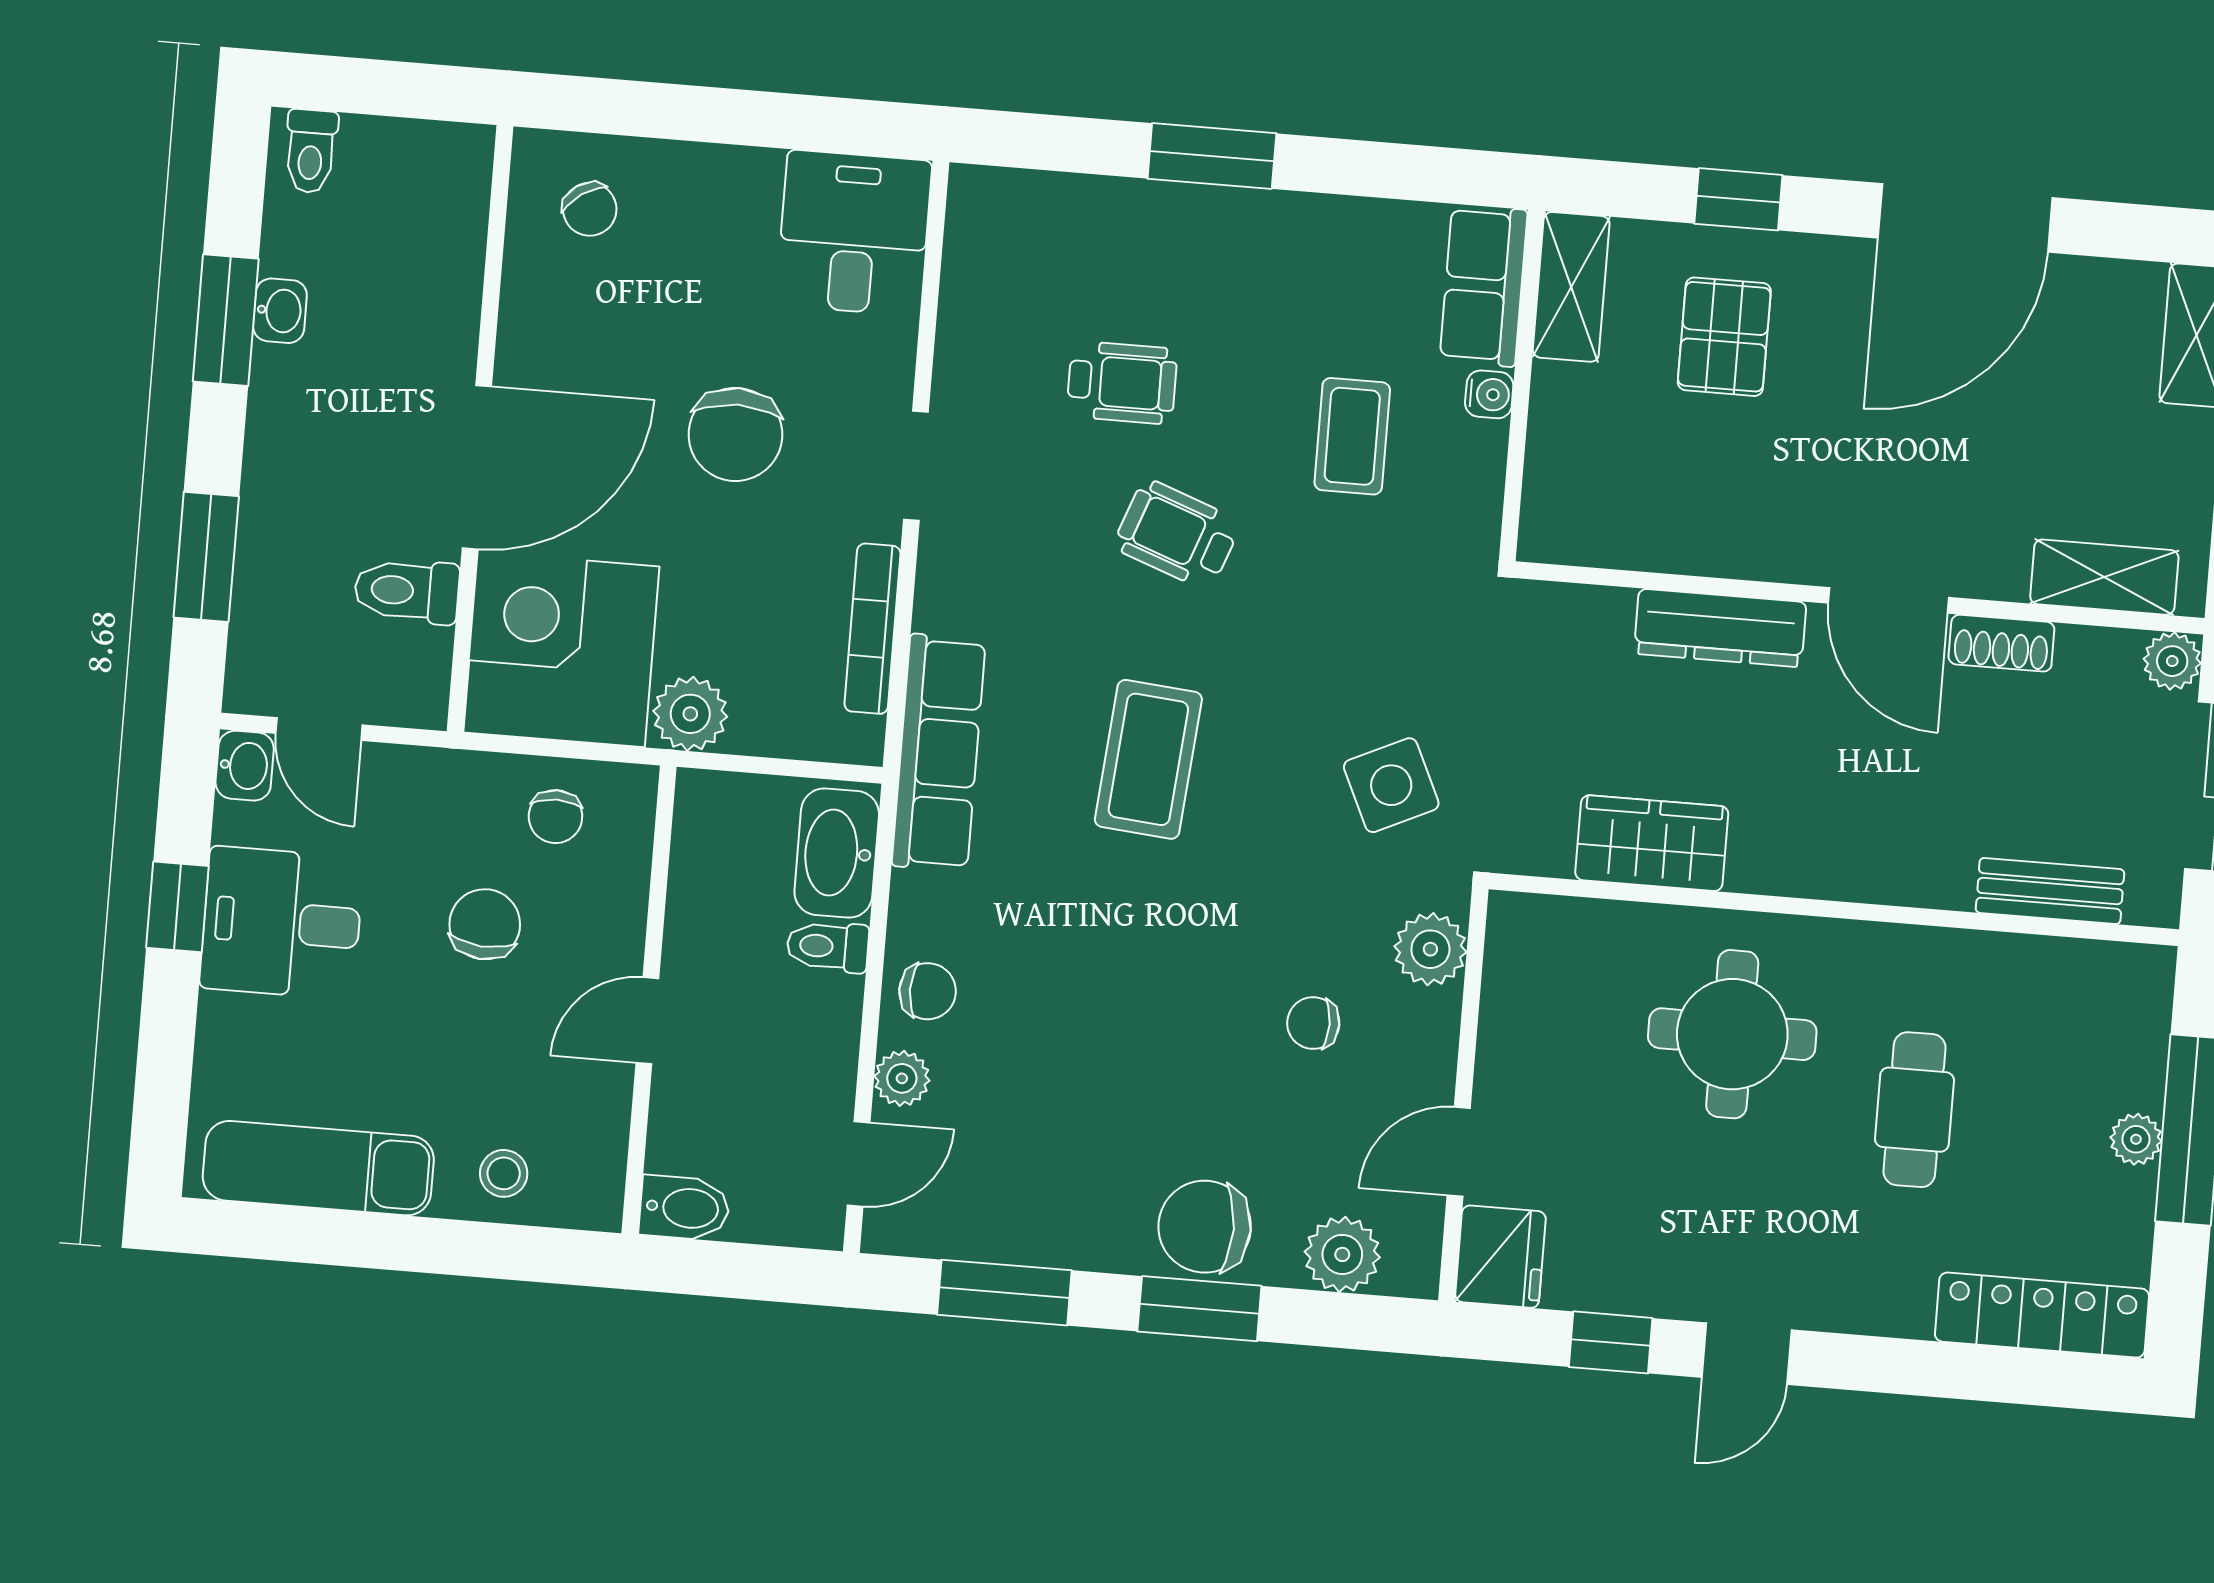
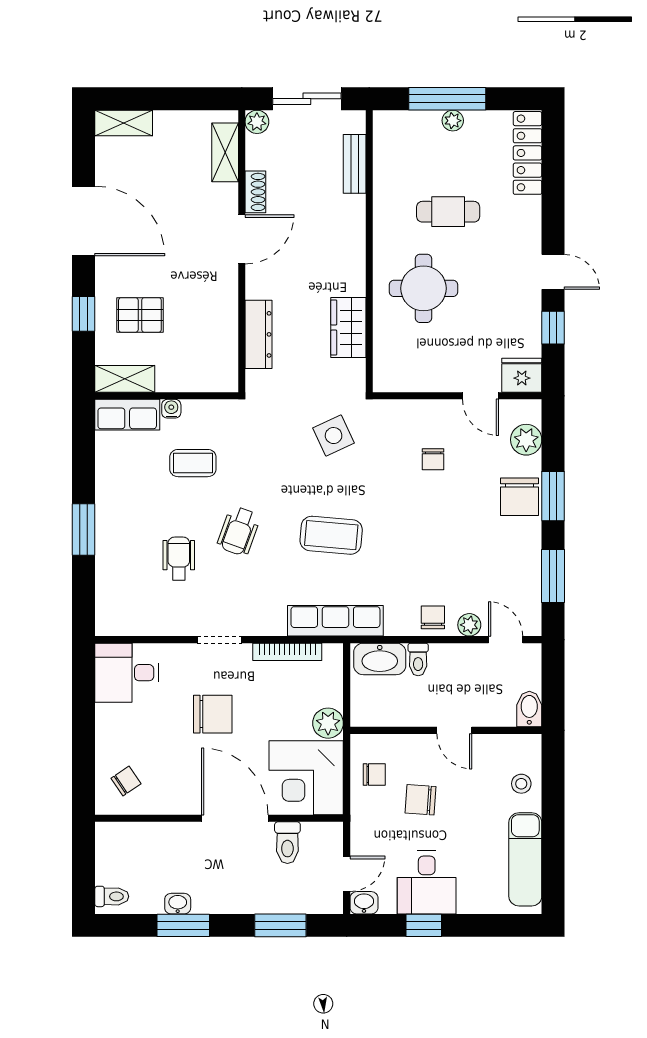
dresser: (1720, 628) -> (259, 334), moved
plant: (1430, 949) -> (399, 414), removed

